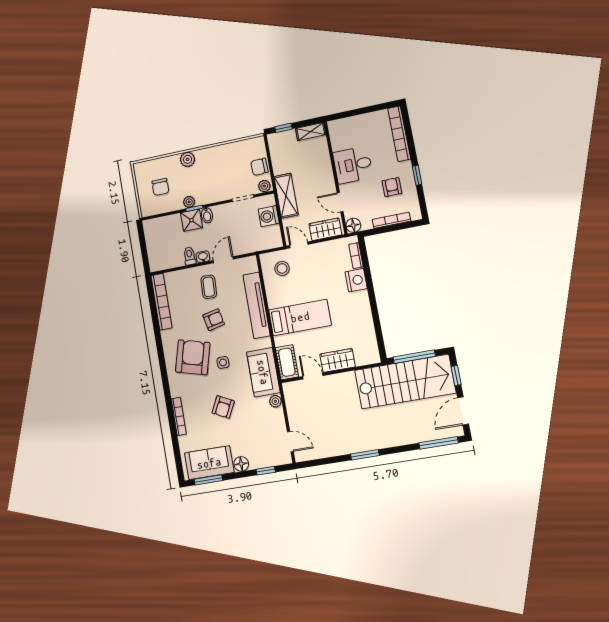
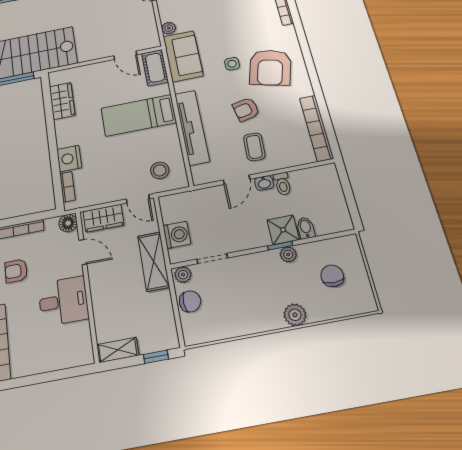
armchair: (392, 187) -> (16, 271), turned 90
bidet: (207, 215) -> (306, 228), moved
wardrobe: (338, 360) -> (62, 101), moved, turned -90
armchair: (223, 407) -> (230, 19), removed

